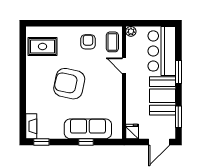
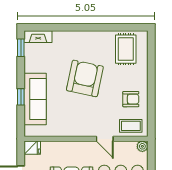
door: (124, 66) -> (105, 139), swing flipped

